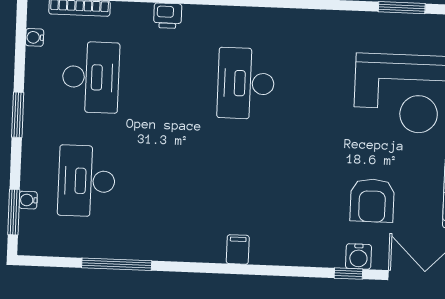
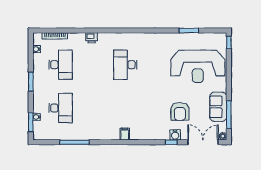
desk: (87, 181) -> (61, 108), turned 180

